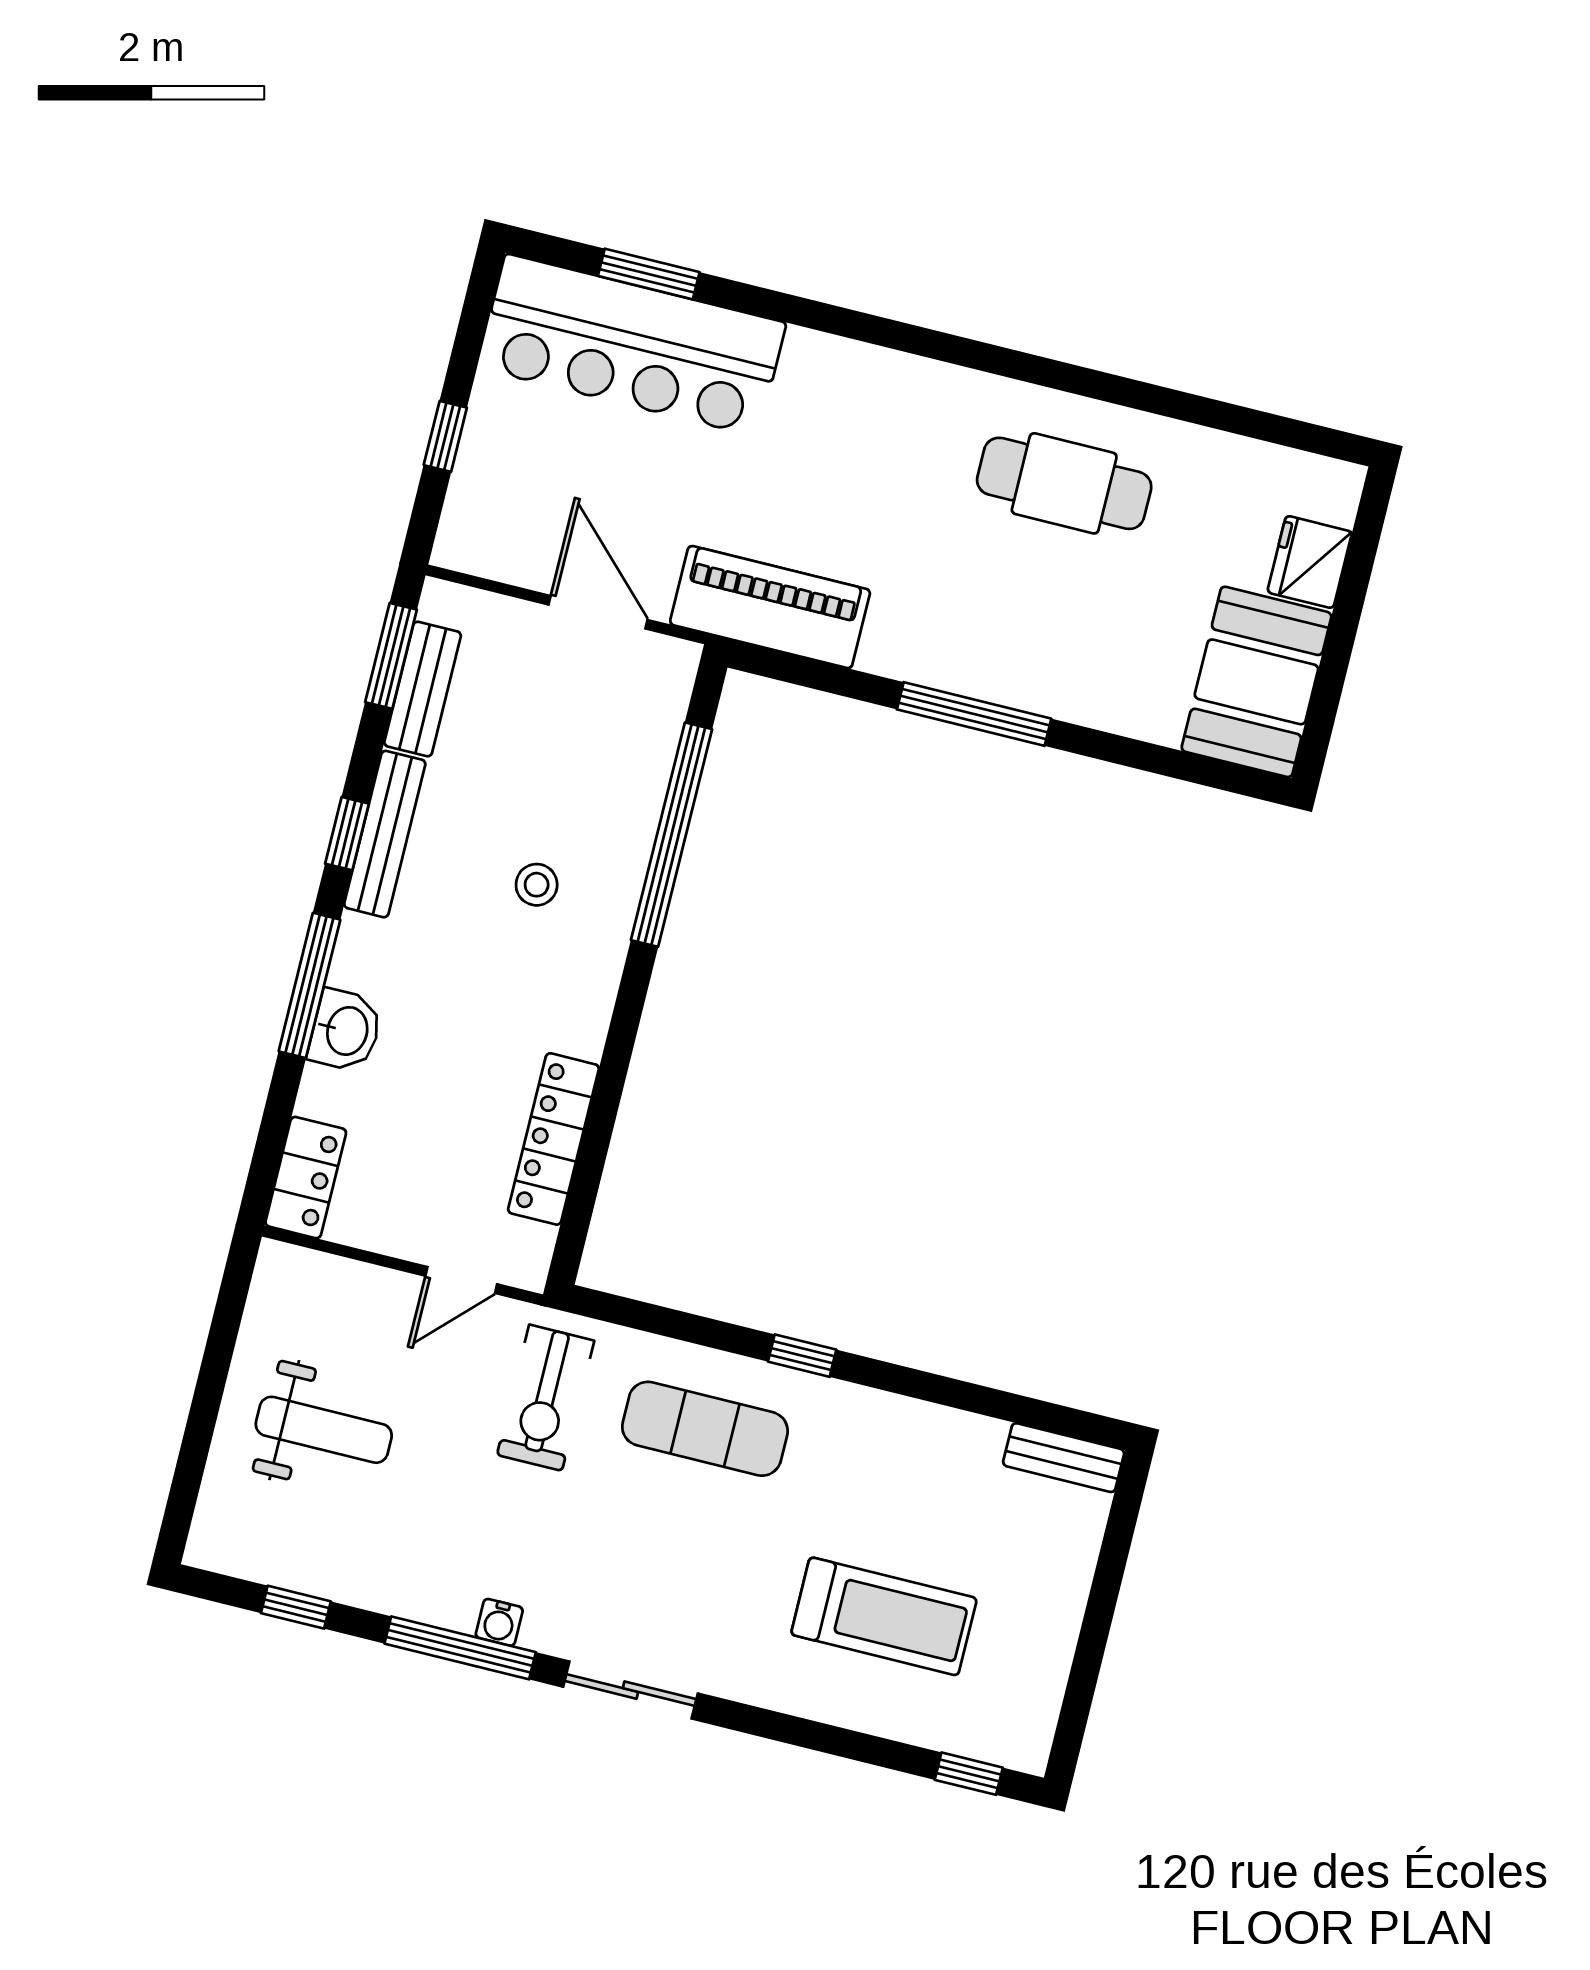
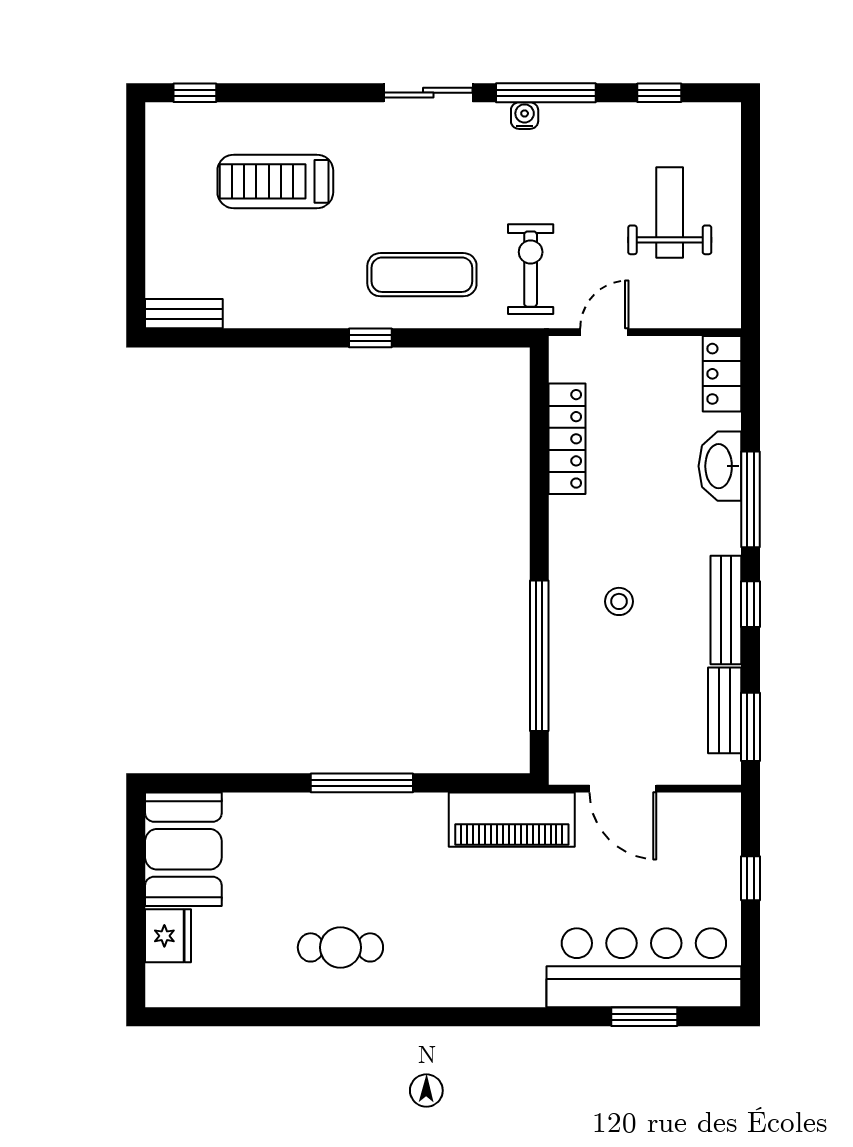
cafe table: (1064, 483) -> (340, 947), width x0.73, depth x0.74
washbasin: (345, 1031) -> (720, 466), width x1.38
weight bench: (324, 1430) -> (670, 213), turned 90

